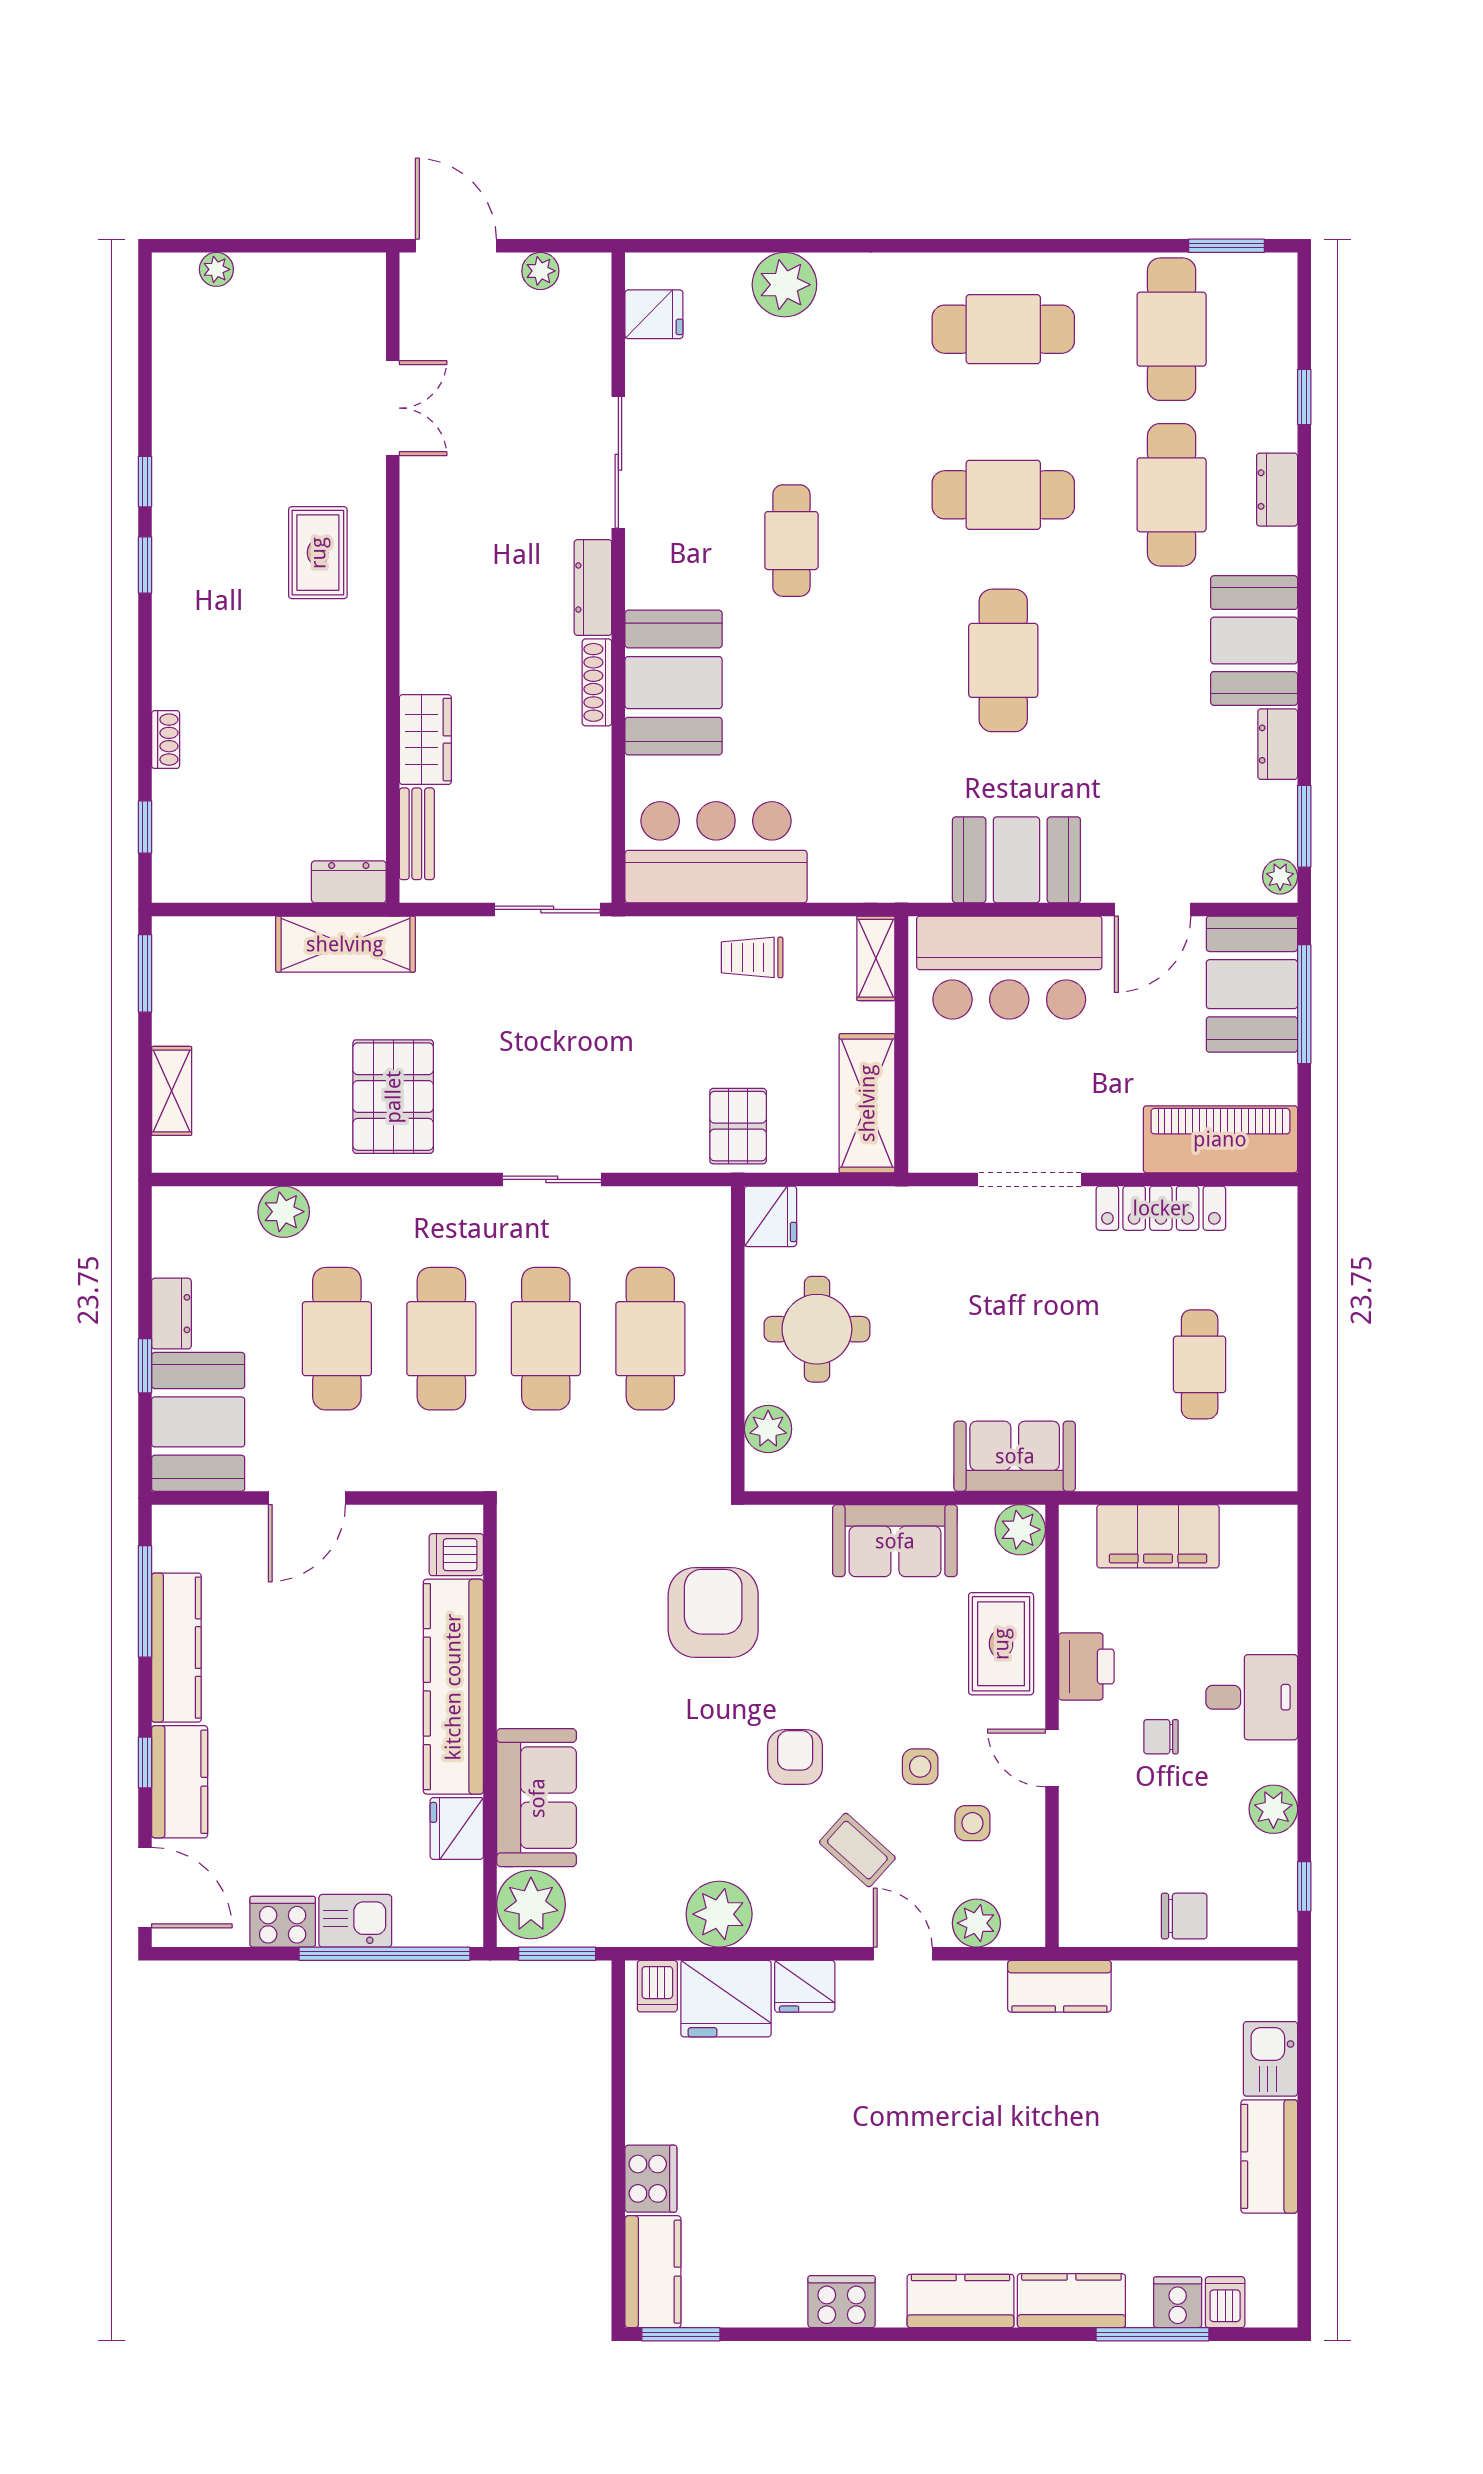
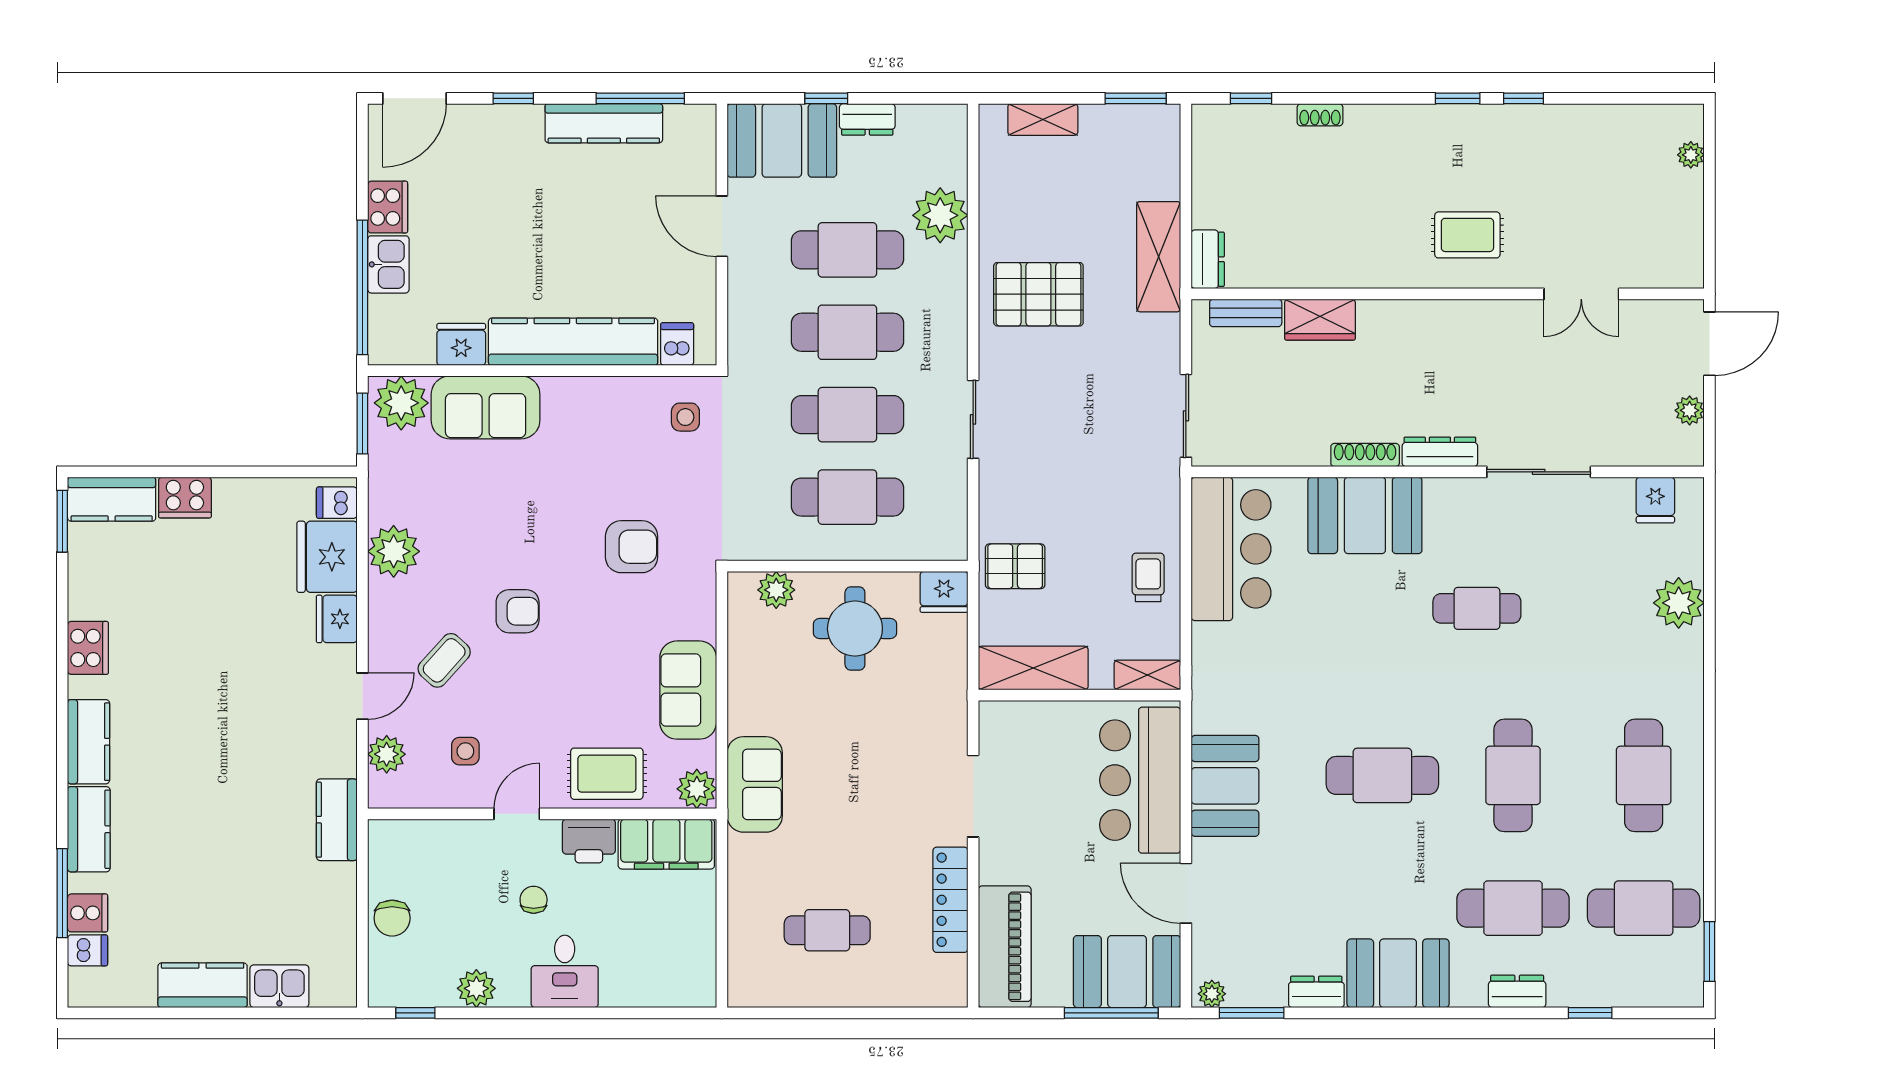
plant: (284, 1212) -> (940, 215), width x1.36, depth x1.36
filing cabinet: (1158, 1536) -> (666, 844), moved, turned -90
armchair: (713, 1612) -> (632, 547), width x0.73, depth x0.73
side table: (920, 1767) -> (685, 417), moved
kitchen counter: (180, 1782) -> (498, 126), removed

